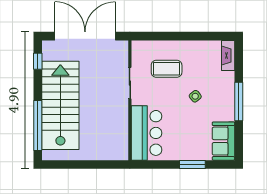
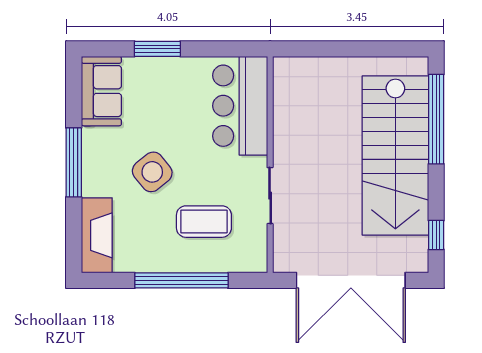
window: (179, 36) -> (181, 280), added
fireplace: (228, 55) -> (97, 235), width x1.37, depth x1.32
side table: (195, 96) -> (152, 172), width x1.87, depth x1.87

